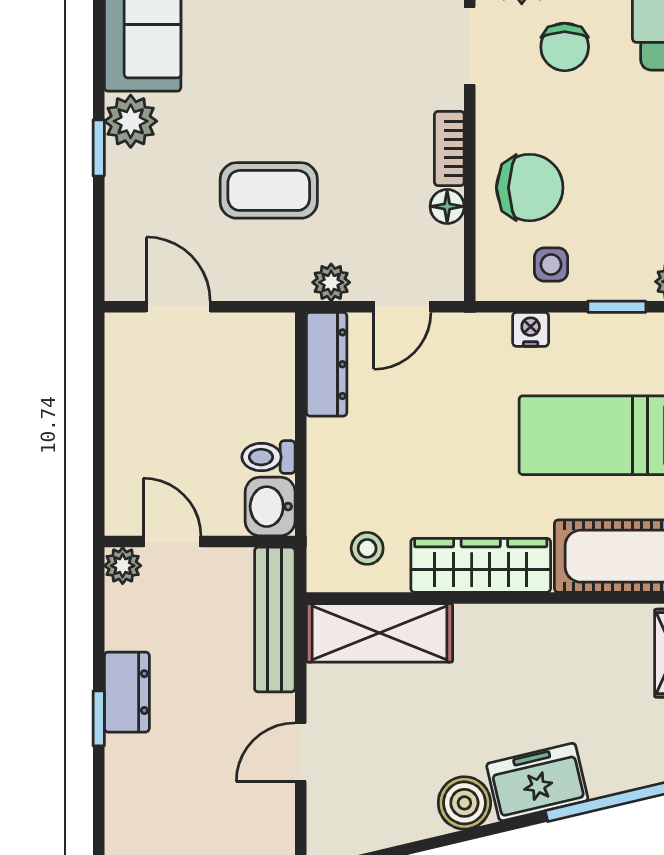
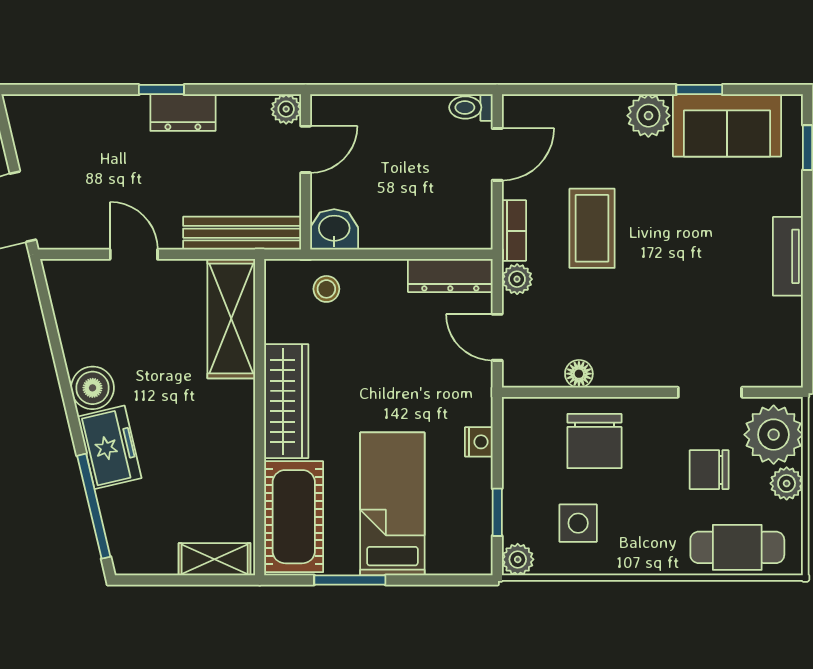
window: (99, 148) -> (699, 90), moved
bookcase: (449, 148) -> (514, 231), moved, turned 90
side table: (551, 265) -> (578, 523), moved, width x1.37, depth x1.37
toilet: (268, 457) -> (471, 107), moved, turned -90
stool: (367, 548) -> (326, 289), moved

